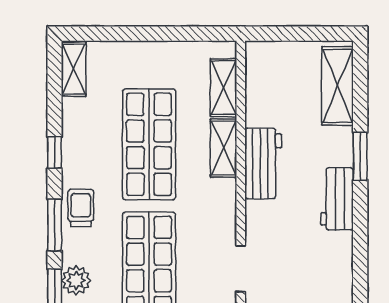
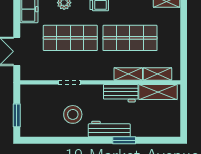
shelving: (337, 86) -> (158, 92), moved
workbench: (337, 199) -> (109, 129), width x1.38
stool: (307, 262) -> (73, 114), added

